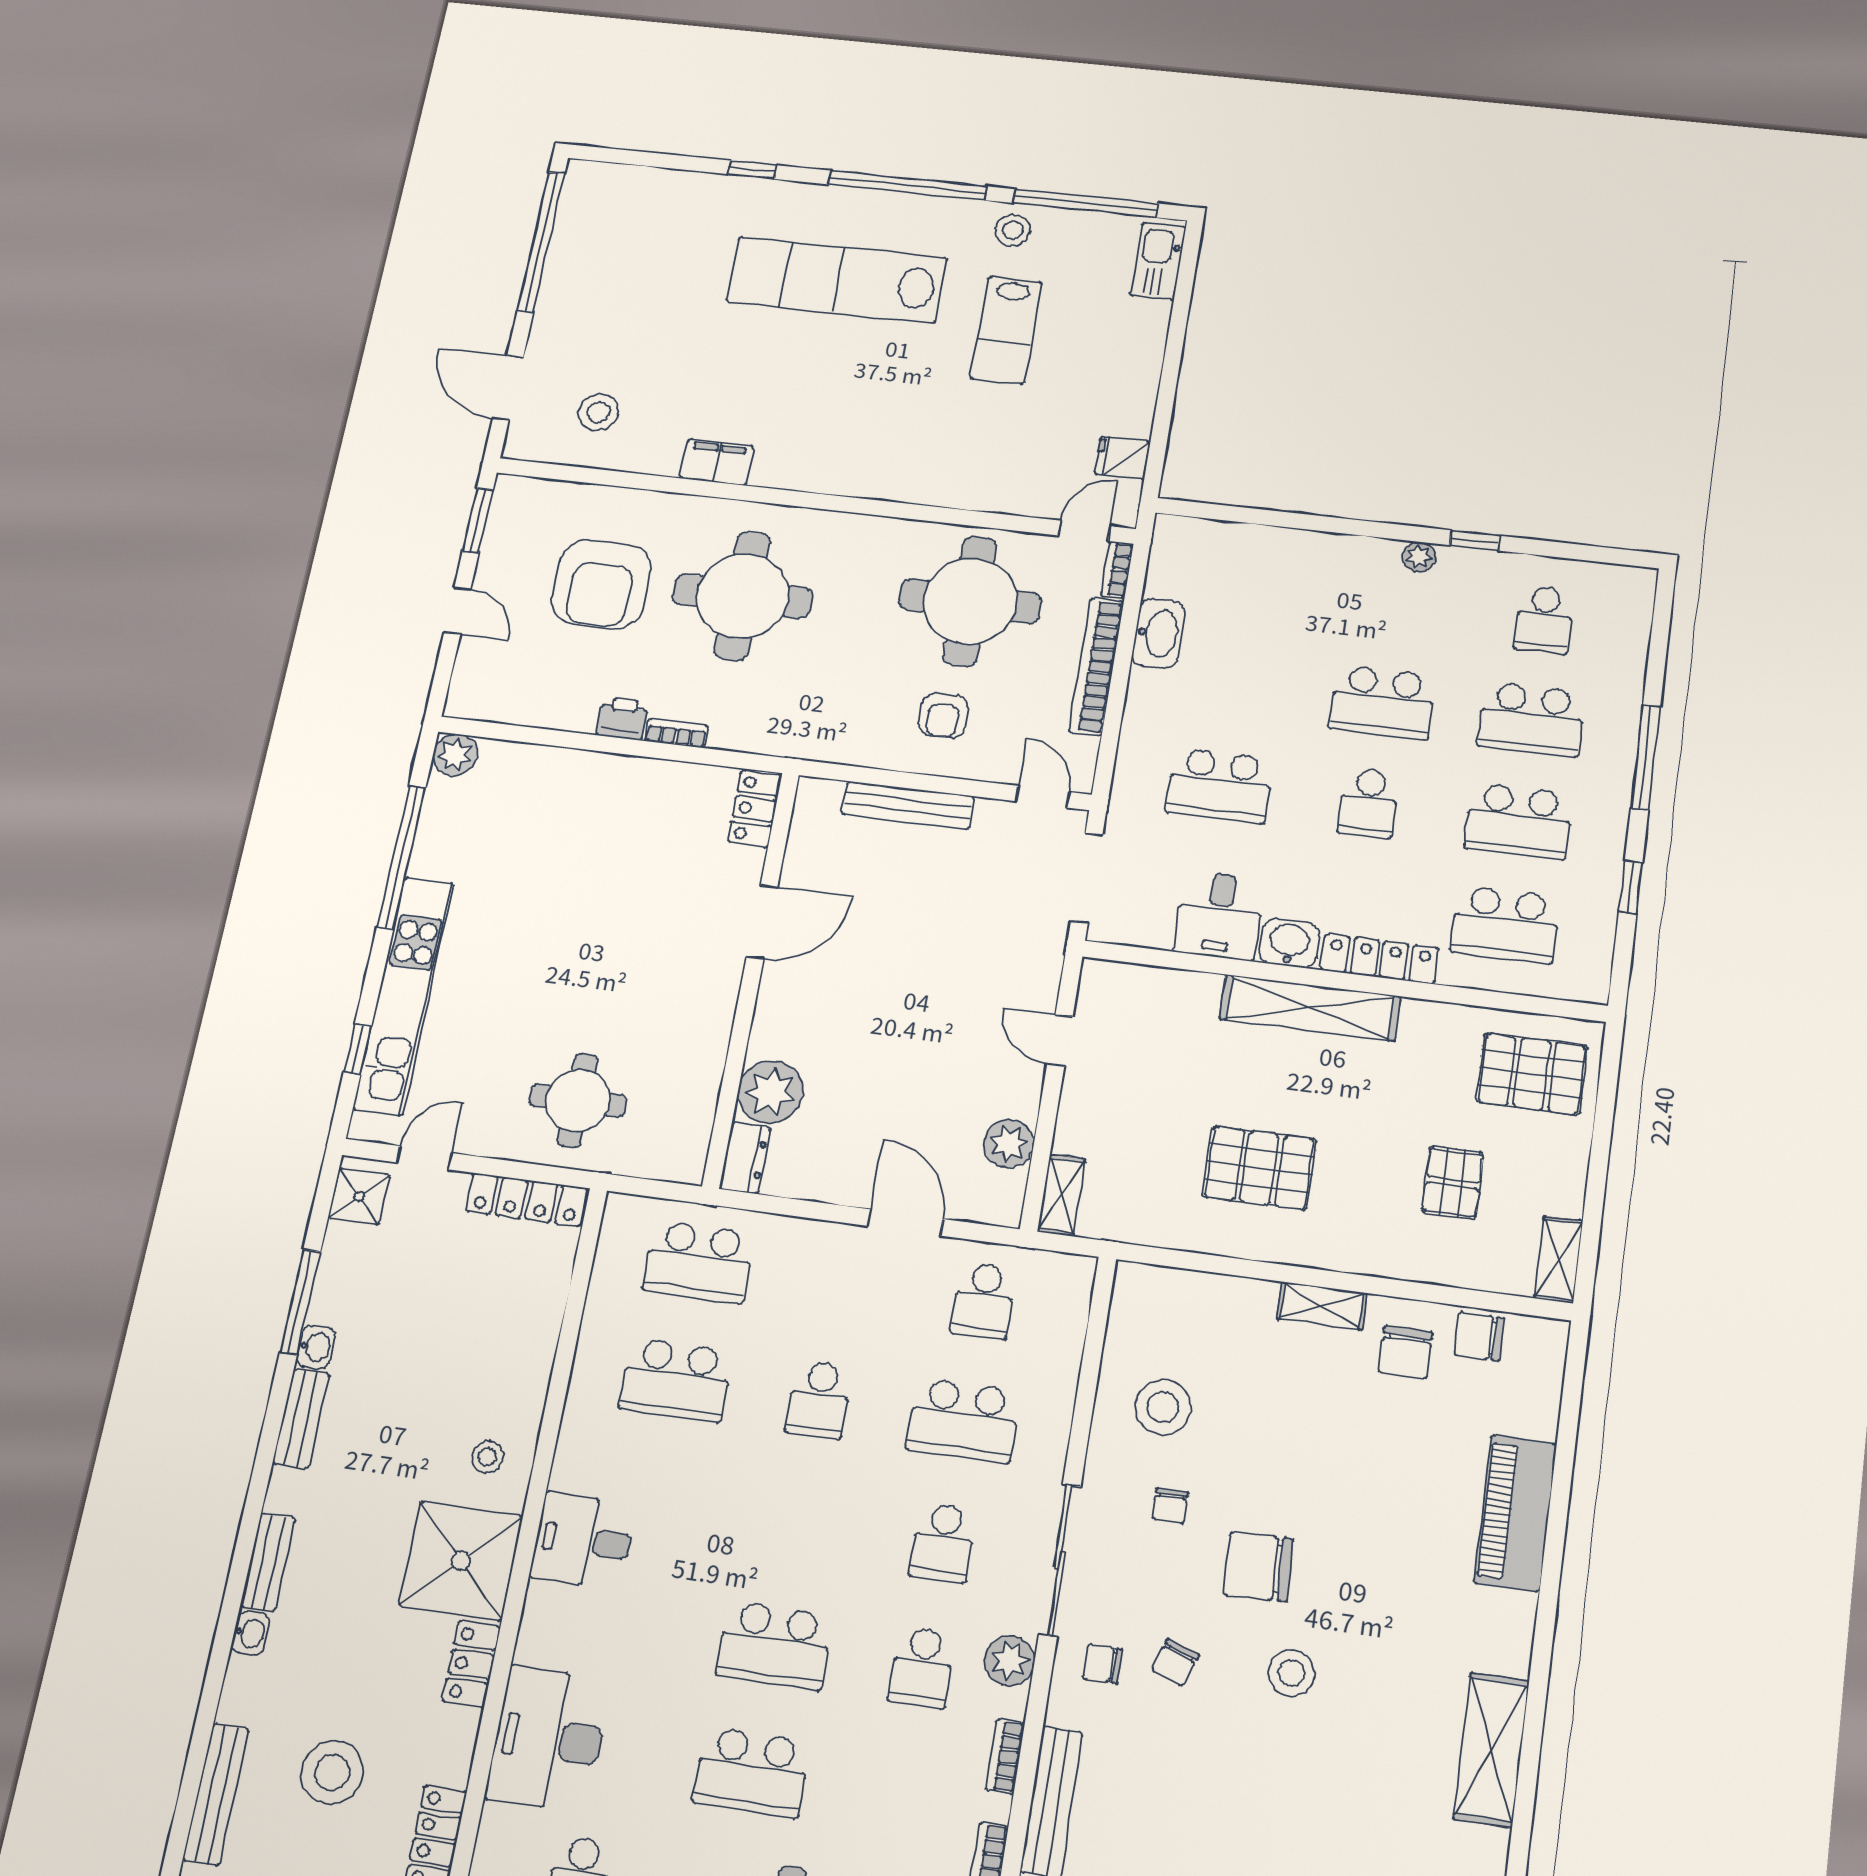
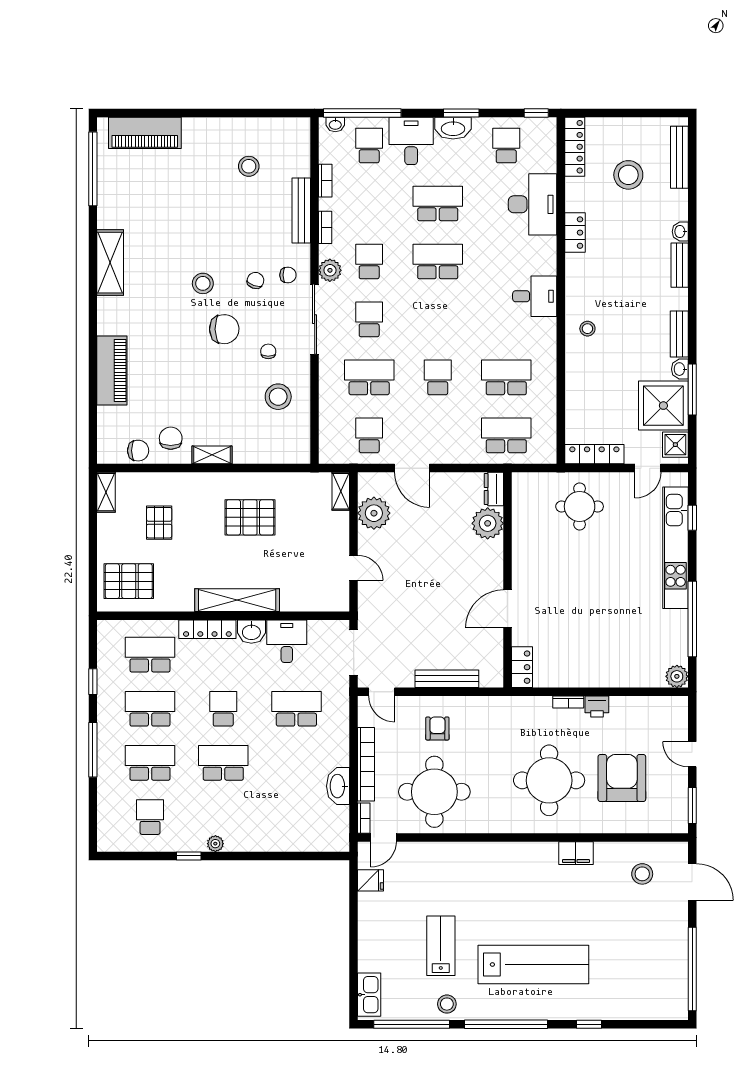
plant: (1009, 1144) -> (374, 513), width x1.36, depth x1.36
shower: (461, 1561) -> (663, 406), moved

